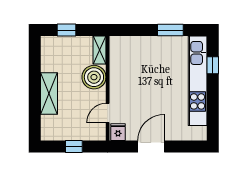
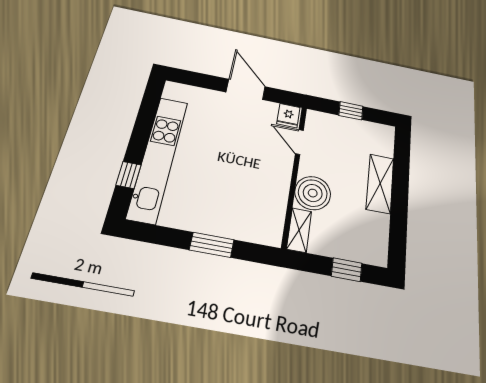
window: (170, 30) -> (212, 245), moved
door: (108, 113) -> (299, 142), swing flipped
door: (151, 147) -> (246, 89), swing flipped

